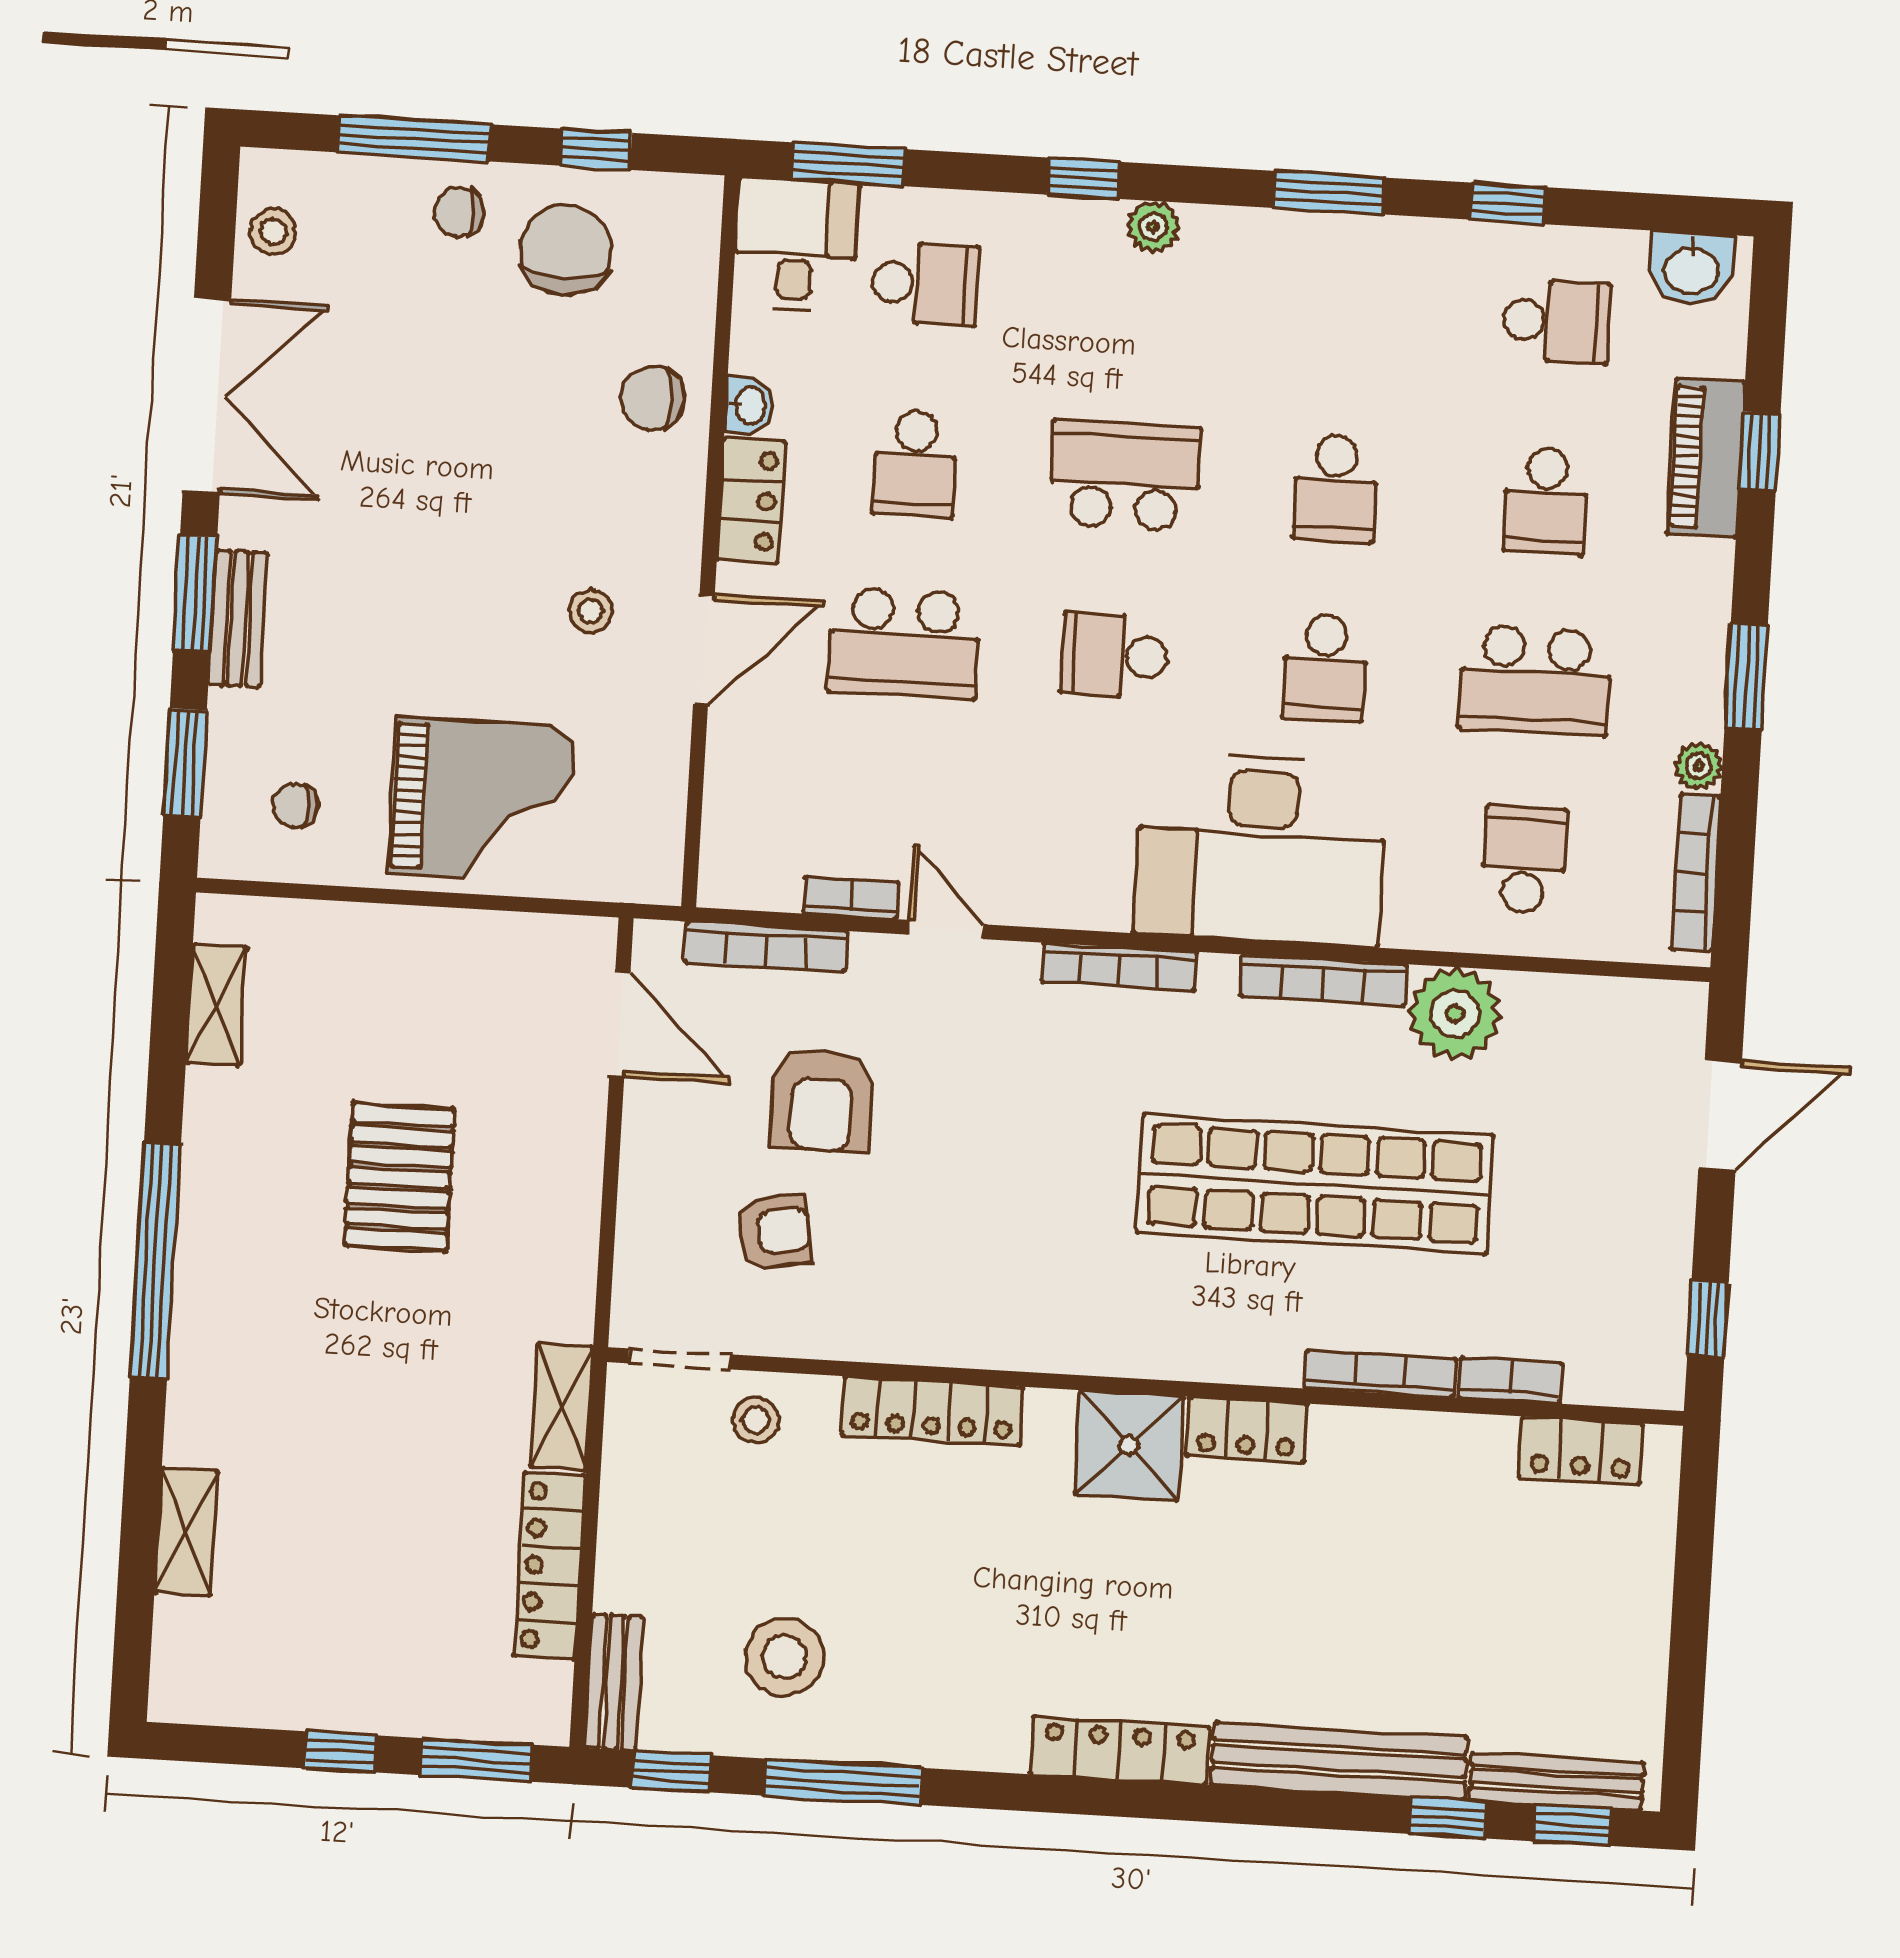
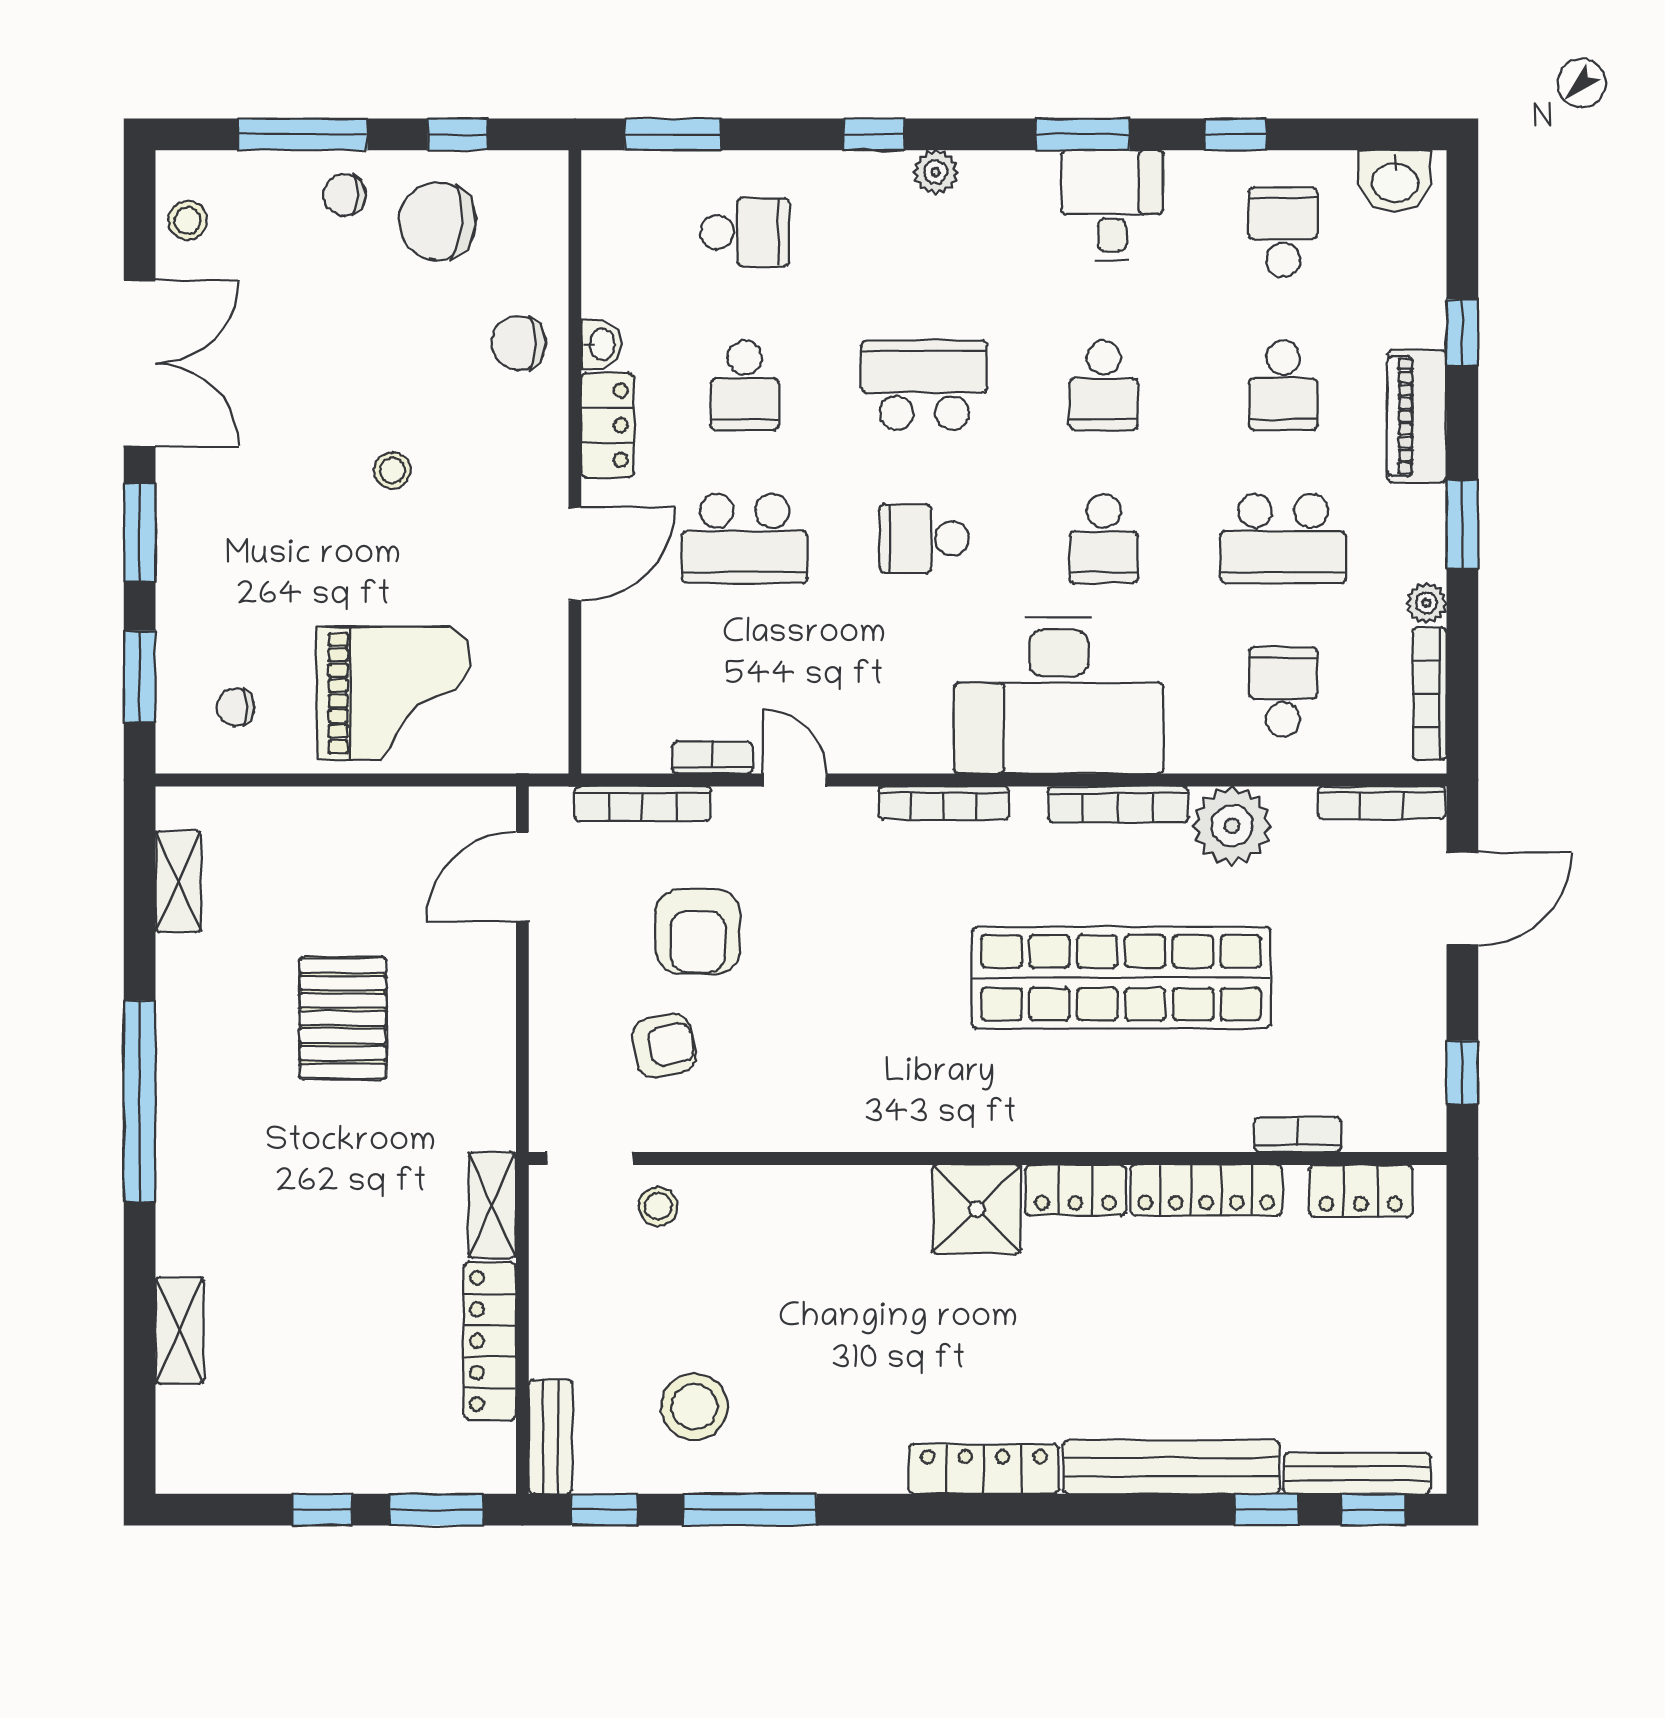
desk: (796, 245) -> (1112, 205), moved
chair: (566, 250) -> (437, 221), turned -86
school desk: (1556, 321) -> (1283, 232), turned -90
piano: (1706, 458) -> (1417, 416), moved
stool: (591, 611) -> (392, 470), moved
bench: (238, 619) -> (177, 551), removed
door: (620, 1024) -> (522, 877), swing flipped
bookcase: (1380, 1374) -> (1382, 803), moved, turned 180
locker: (932, 1411) -> (1206, 1190), moved

